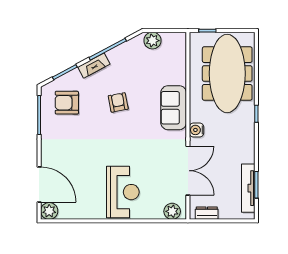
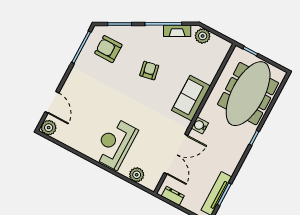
fireplace: (94, 66) -> (177, 31), moved
door: (39, 184) -> (52, 102), width x0.73
reception desk: (123, 192) -> (115, 144), turned 180
plant: (172, 211) -> (137, 175), moved

